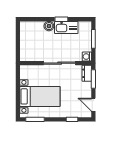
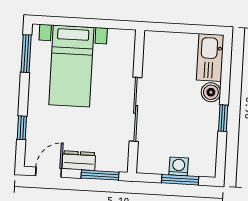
kitchen sink: (66, 27) -> (210, 57), moved
washing machine: (87, 57) -> (179, 166), moved
dresser: (87, 73) -> (79, 161), moved

